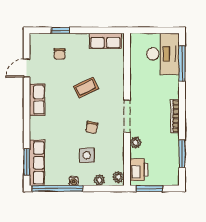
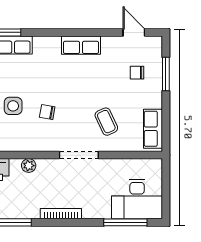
window: (61, 30) -> (166, 74), width x1.50
door: (27, 68) -> (134, 32), moved
coffee table: (86, 88) -> (106, 122), moved
doorway: (127, 116) -> (79, 155), moved

